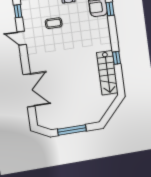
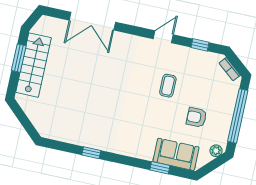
stairs: (107, 73) -> (34, 65), moved, turned 90
window: (72, 130) -> (19, 58), width x0.69

